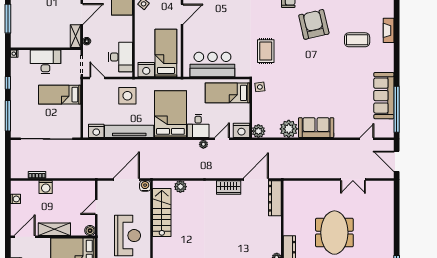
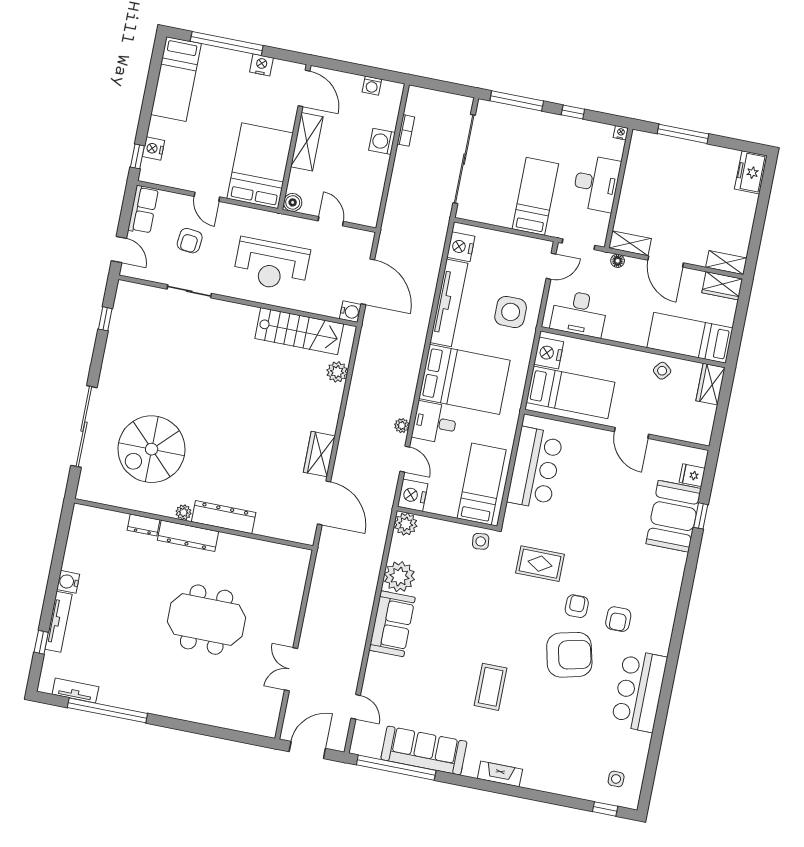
armchair: (286, 26) -> (577, 606), added
fireplace: (389, 30) -> (500, 774), moved
coffee table: (357, 40) -> (491, 687), moved
dresser: (275, 198) -> (224, 517), moved

